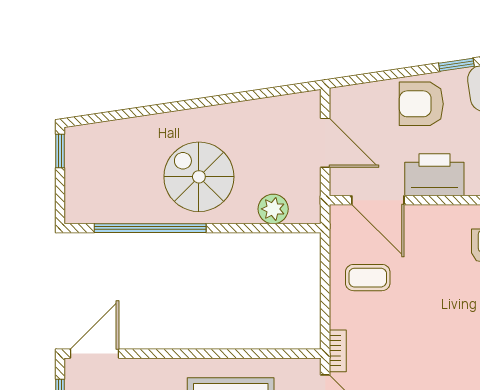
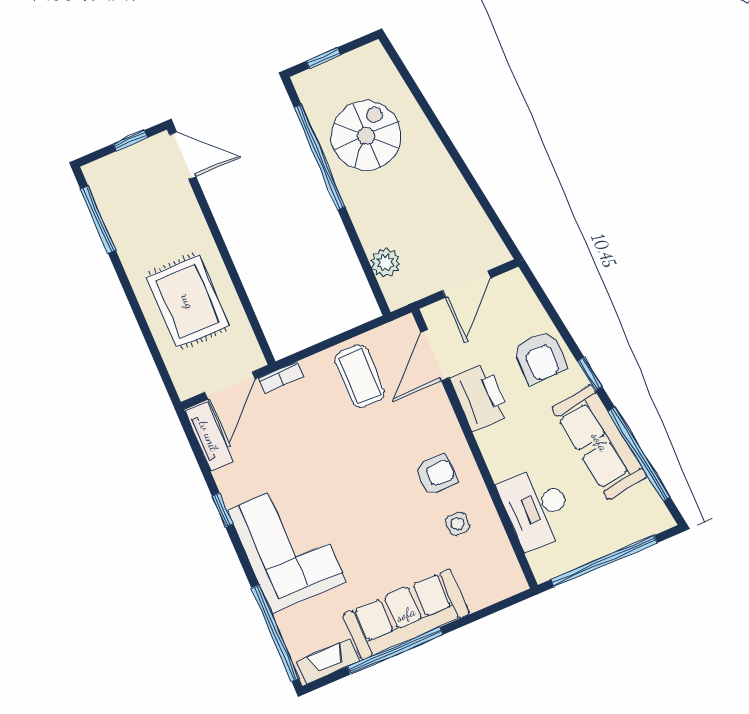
armchair: (421, 104) -> (540, 357), turned 180
window: (60, 151) -> (323, 58), moved
spiral stairs: (199, 177) -> (366, 136), moved
coffee table: (368, 278) -> (360, 376), width x1.36, depth x1.30

